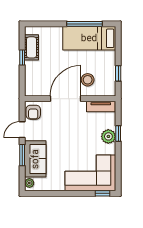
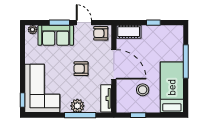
window: (84, 24) -> (186, 61), moved
cot: (32, 47) -> (129, 32), moved
stool: (88, 80) -> (143, 90), moved
armchair: (70, 133) -> (81, 69), added
window: (118, 134) -> (80, 115), width x2.17

